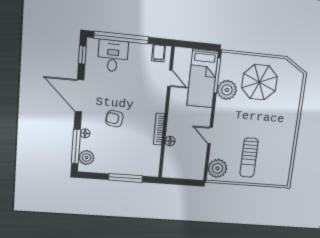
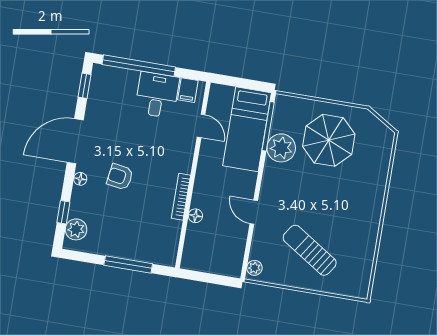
desk: (113, 56) -> (157, 95), moved
door: (79, 96) -> (75, 141), hinge flipped
floor lamp: (85, 133) -> (80, 179), moved
window: (76, 146) -> (63, 212), width x0.46
sun lounger: (249, 158) -> (310, 250), turned 123
plant: (217, 168) -> (254, 268), width x0.53, depth x0.53

